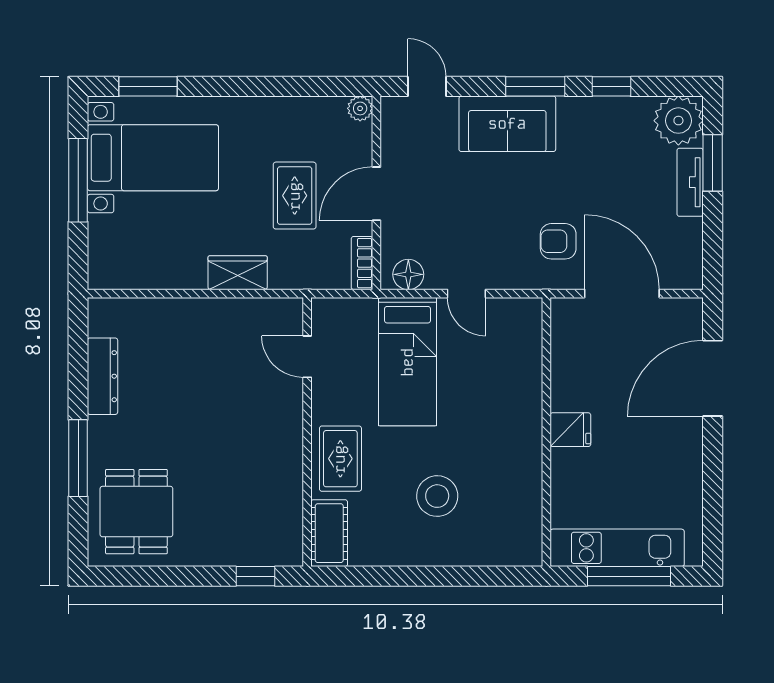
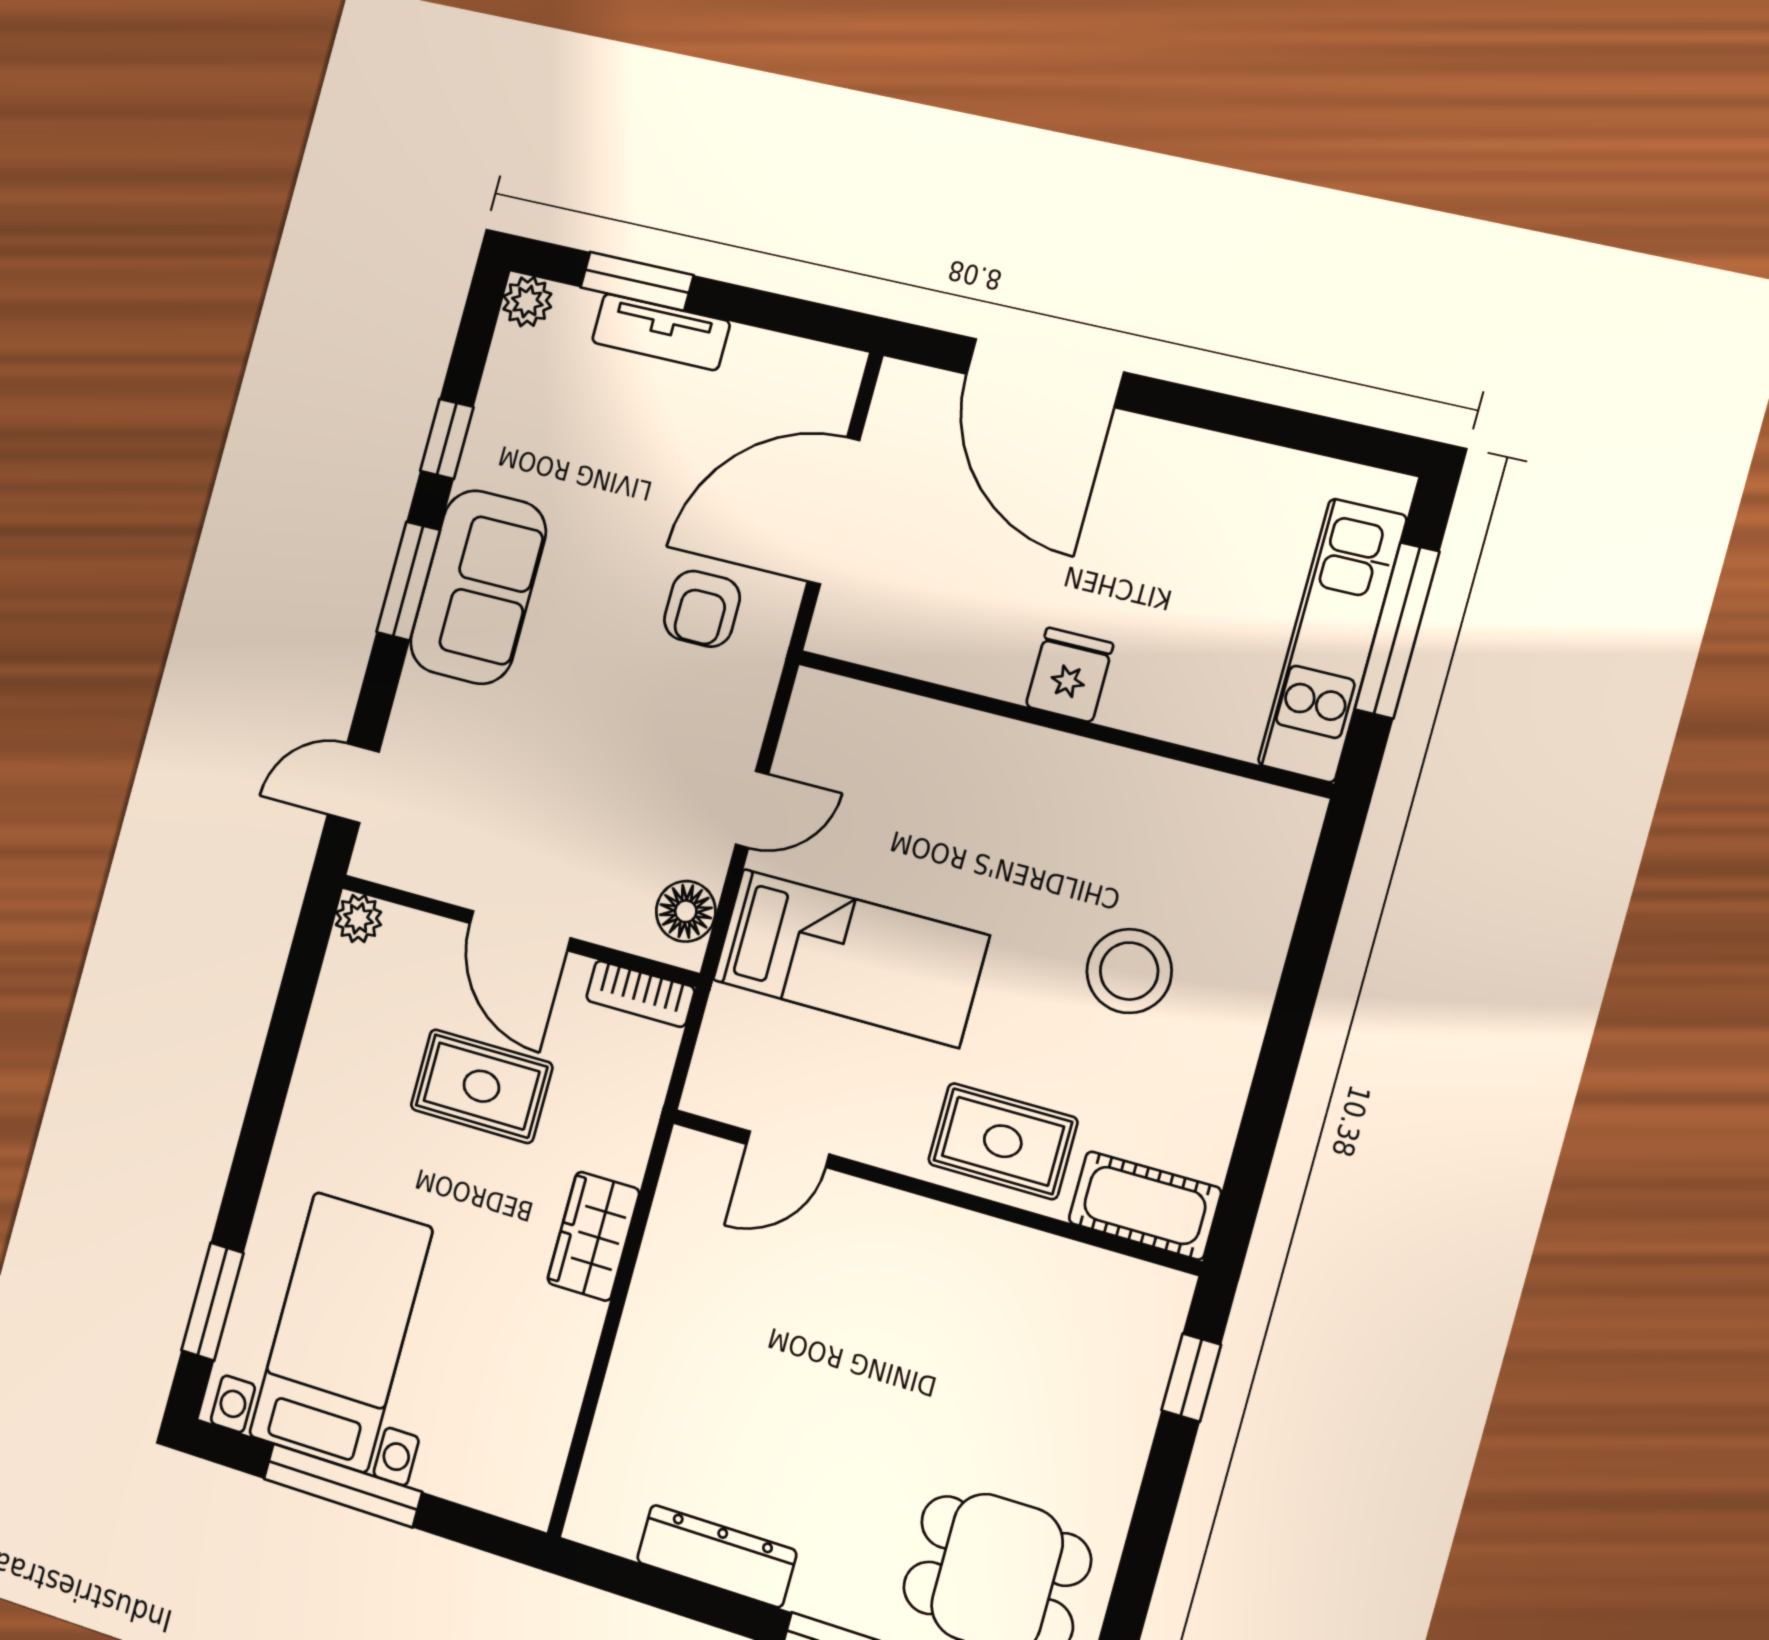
plant: (678, 121) -> (527, 302), width x0.53, depth x0.53
sofa: (507, 124) -> (478, 587), moved

